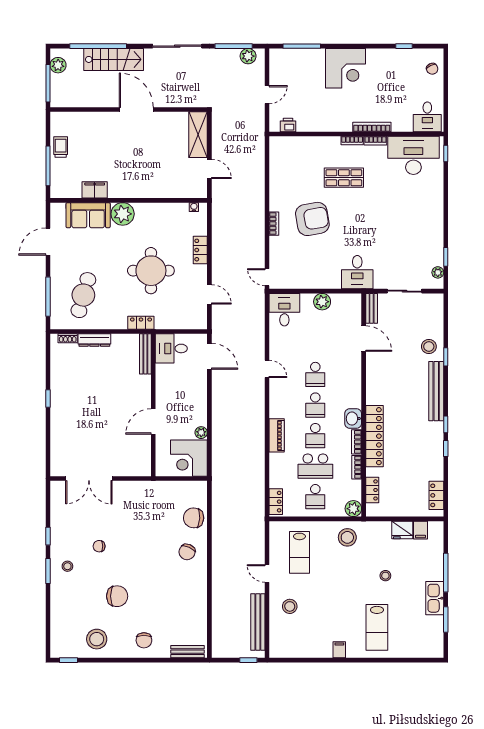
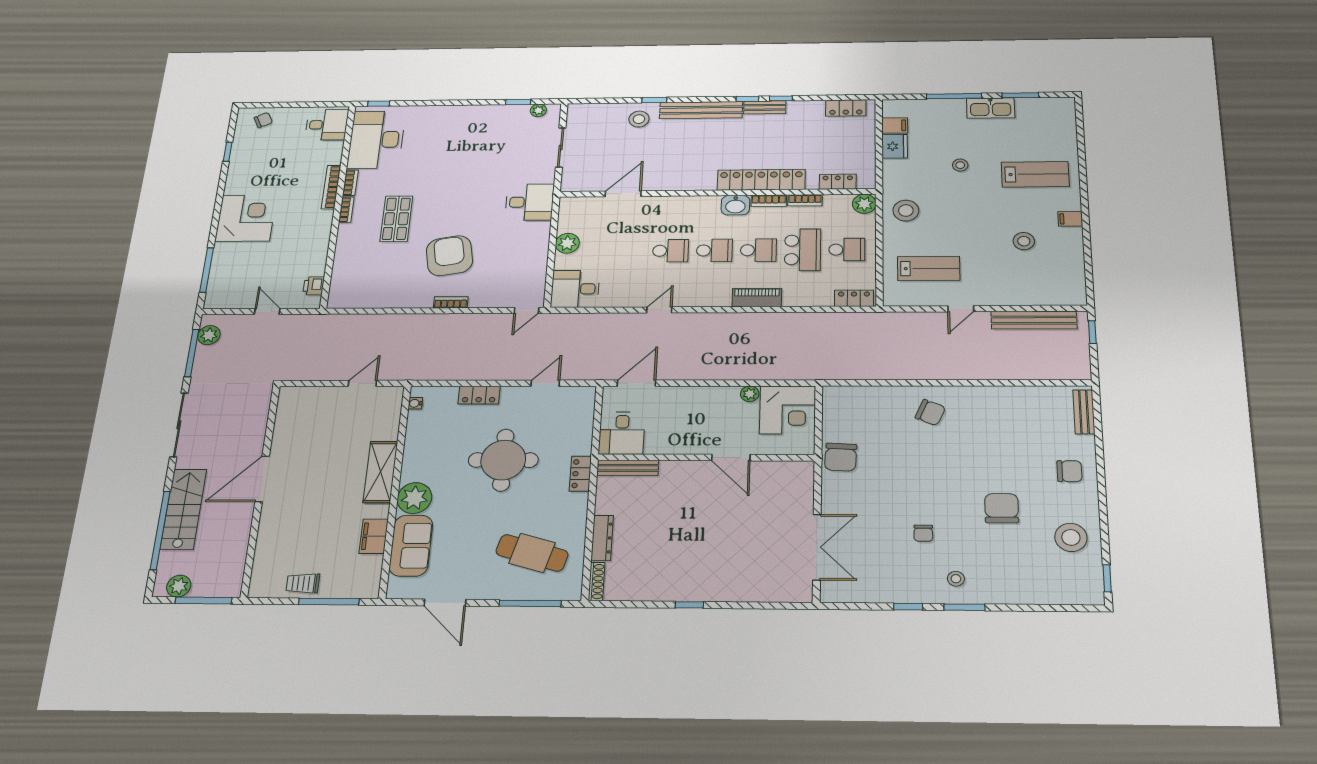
shelving: (198, 135) -> (380, 472), moved, turned 90
bench: (372, 308) -> (765, 107), moved
shoe rack: (68, 338) -> (596, 581), width x1.43
chair: (194, 518) -> (841, 457), moved
stool: (290, 606) -> (1024, 241), moved

